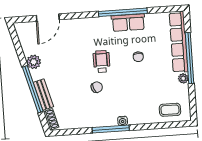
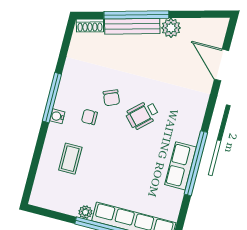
chair: (138, 57) -> (89, 117), moved
wheelchair: (102, 61) -> (142, 115), turned 137
bench: (43, 95) -> (132, 26), width x1.36
coffee table: (170, 110) -> (70, 159), moved

